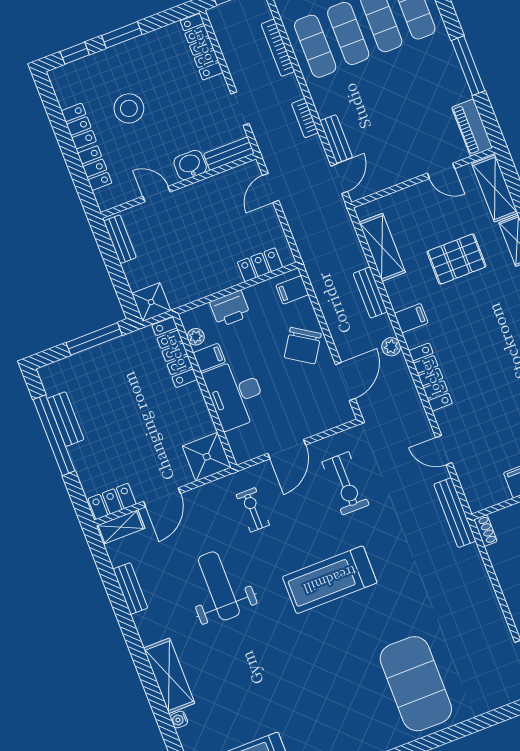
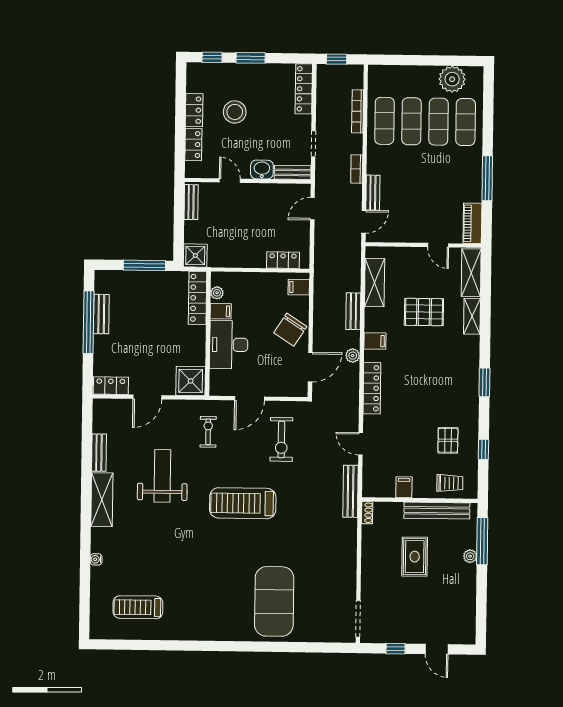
printer: (230, 309) -> (249, 283), removed
shelving: (121, 527) -> (110, 406), removed
shelving: (169, 676) -> (102, 500), moved

